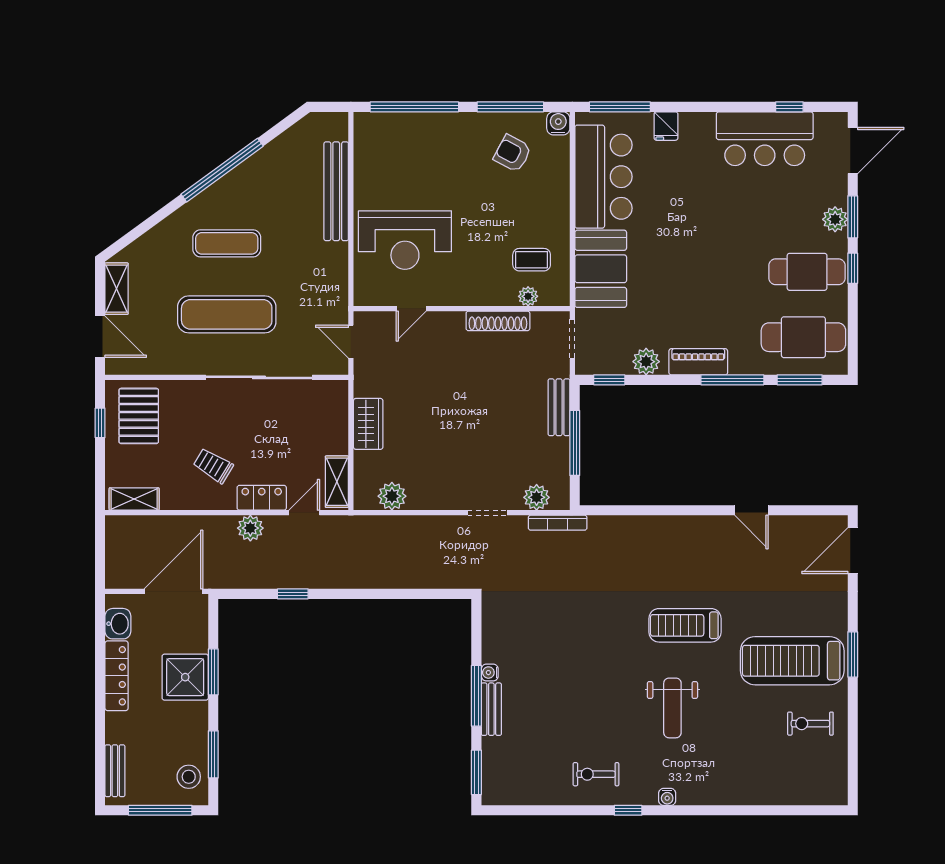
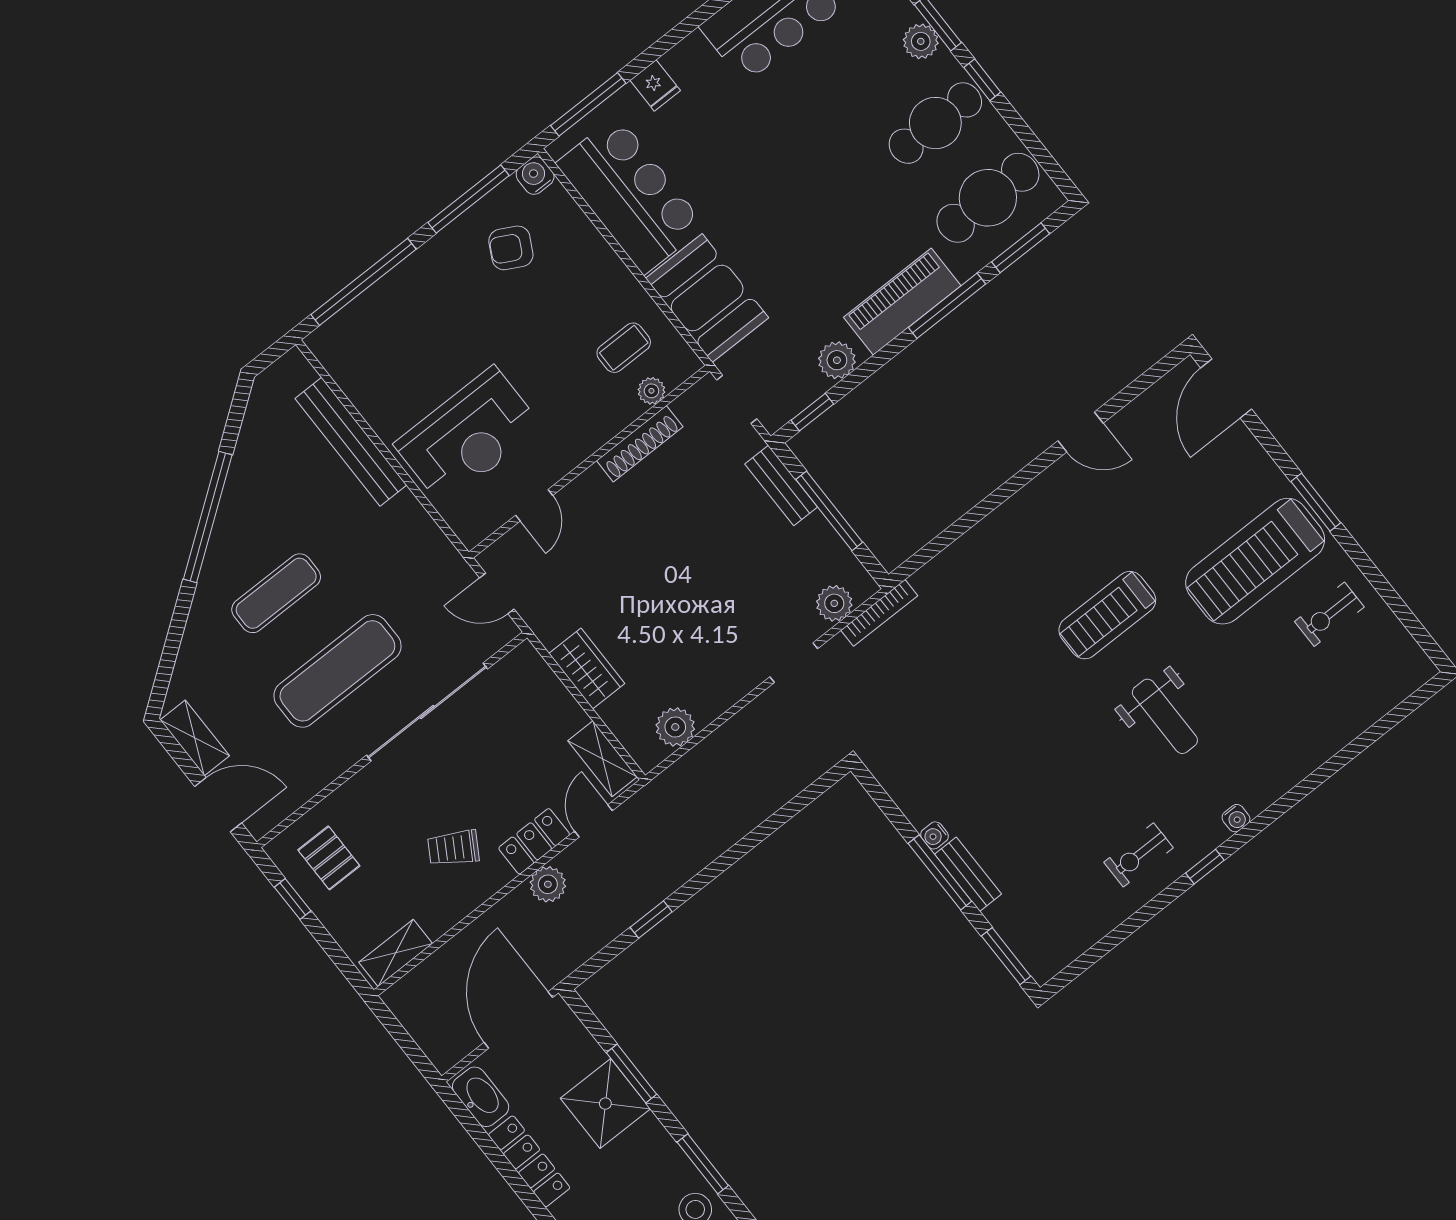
piano: (698, 362) -> (902, 302), width x1.37, depth x1.33
pallet: (139, 416) -> (329, 858), width x0.67, depth x0.71
washbasin: (118, 624) -> (481, 1097), width x1.38

